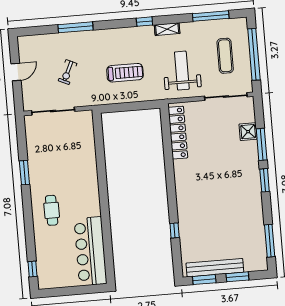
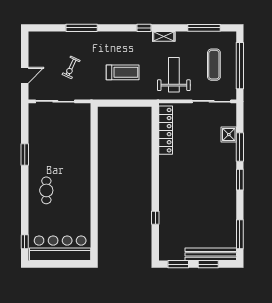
door: (16, 72) -> (25, 75), moved
bar counter: (90, 251) -> (60, 248), moved, turned 90
bench: (215, 268) -> (211, 254), moved

